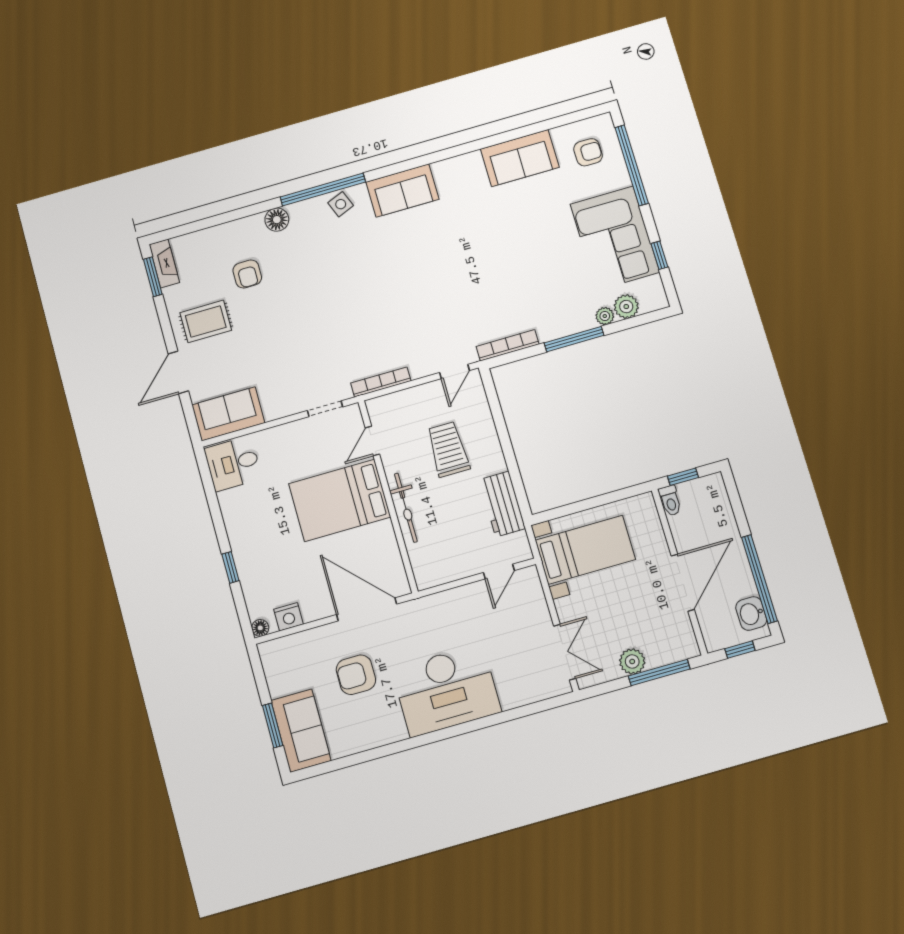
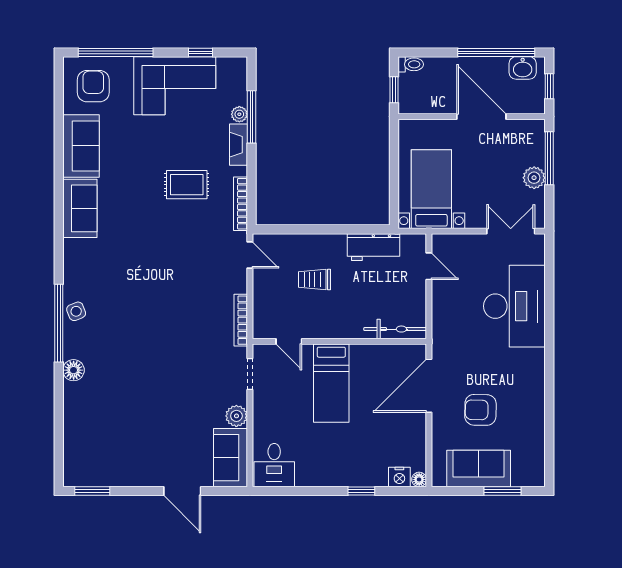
armchair: (588, 152) -> (93, 86), width x1.38, depth x1.38
sofa: (402, 191) -> (80, 208), moved
fireplace: (164, 264) -> (238, 145), moved, turned -90
armchair: (247, 274) -> (114, 409), removed
plant: (626, 307) -> (236, 416), moved
rug: (206, 321) -> (187, 185), moved, turned 90
window: (574, 339) -> (251, 117), moved
trolley: (448, 449) -> (314, 279), width x0.73, depth x0.72
bed: (340, 500) -> (331, 383), width x0.67
toilet: (670, 501) -> (411, 64), moved
bicycle: (406, 508) -> (395, 329), moved
nightstand: (288, 617) -> (399, 477), moved, turned 90
armchair: (356, 675) -> (480, 410), turned 91
desk: (446, 690) -> (514, 306), moved
sofa: (301, 731) -> (479, 468), moved

